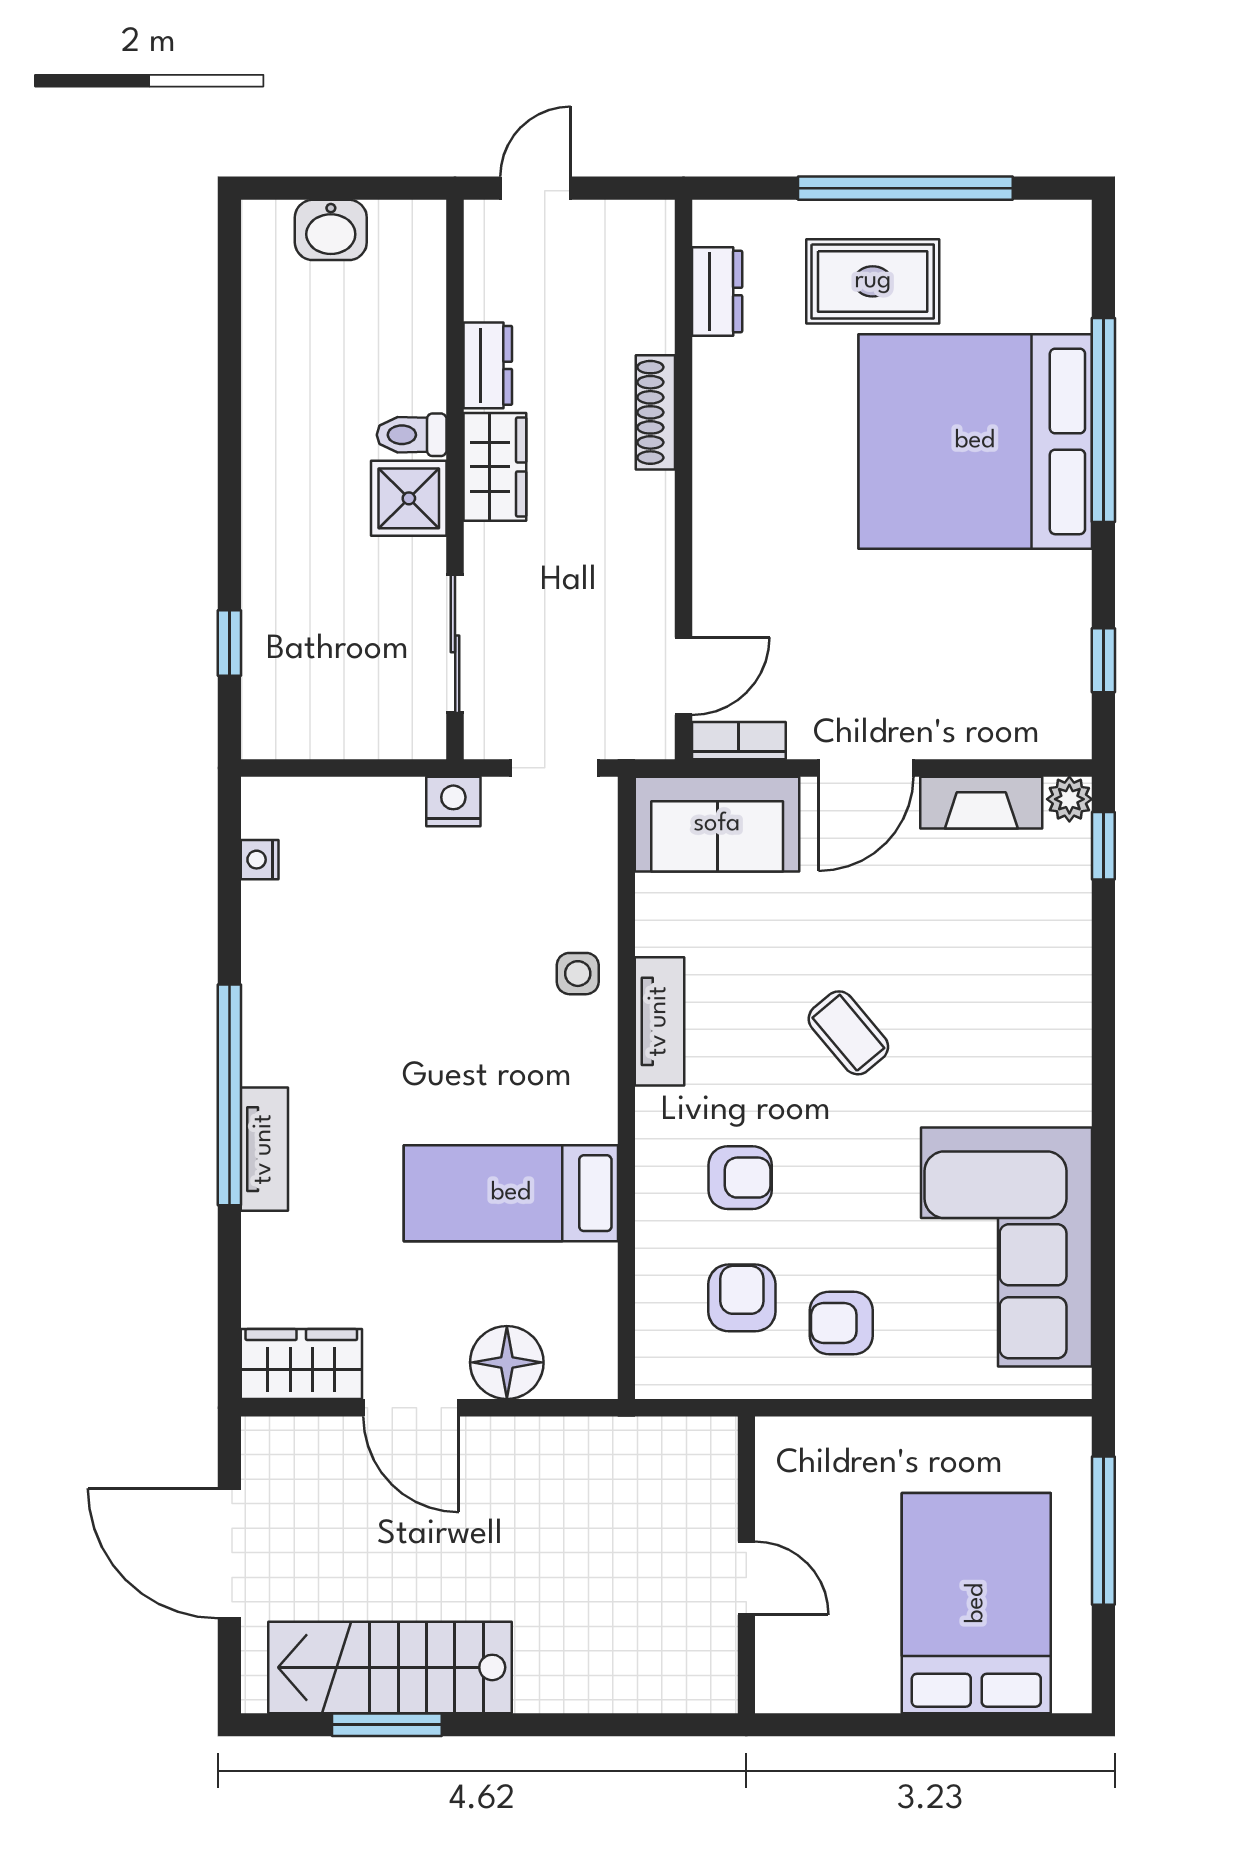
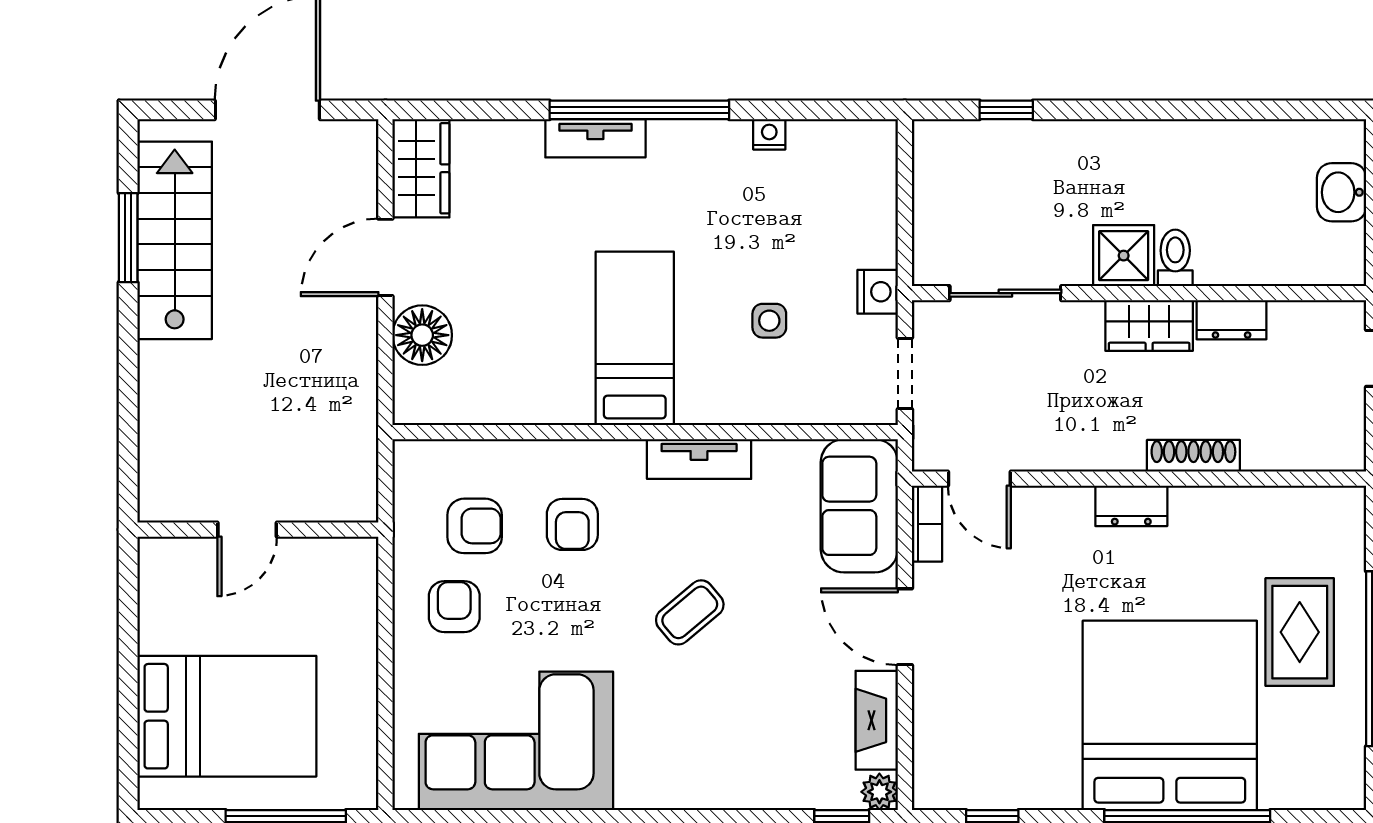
dresser: (717, 292) -> (1131, 506), moved
nightstand: (260, 860) -> (769, 134), moved
side table: (578, 974) -> (769, 321), moved
bed: (511, 1193) -> (635, 338), moved

